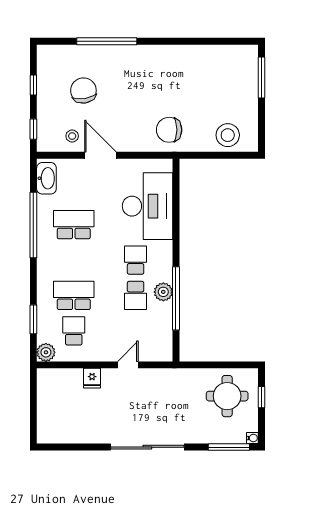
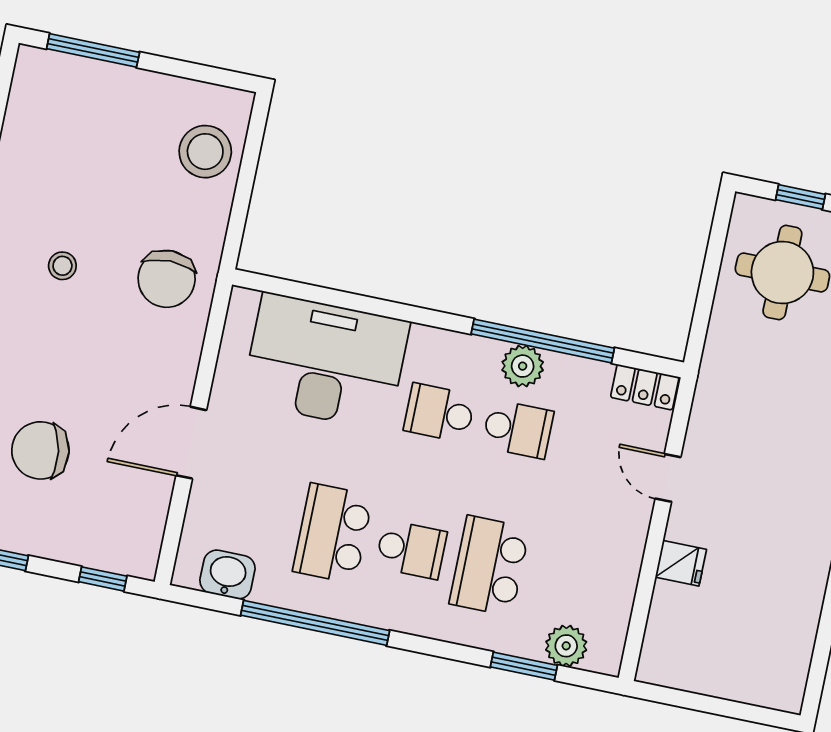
stool: (72, 136) -> (62, 266), moved
washbasin: (46, 178) -> (227, 575), width x0.72
school desk: (74, 331) -> (411, 550), moved, turned 180
locker: (165, 347) -> (645, 387), added
plant: (46, 352) -> (566, 646), moved

